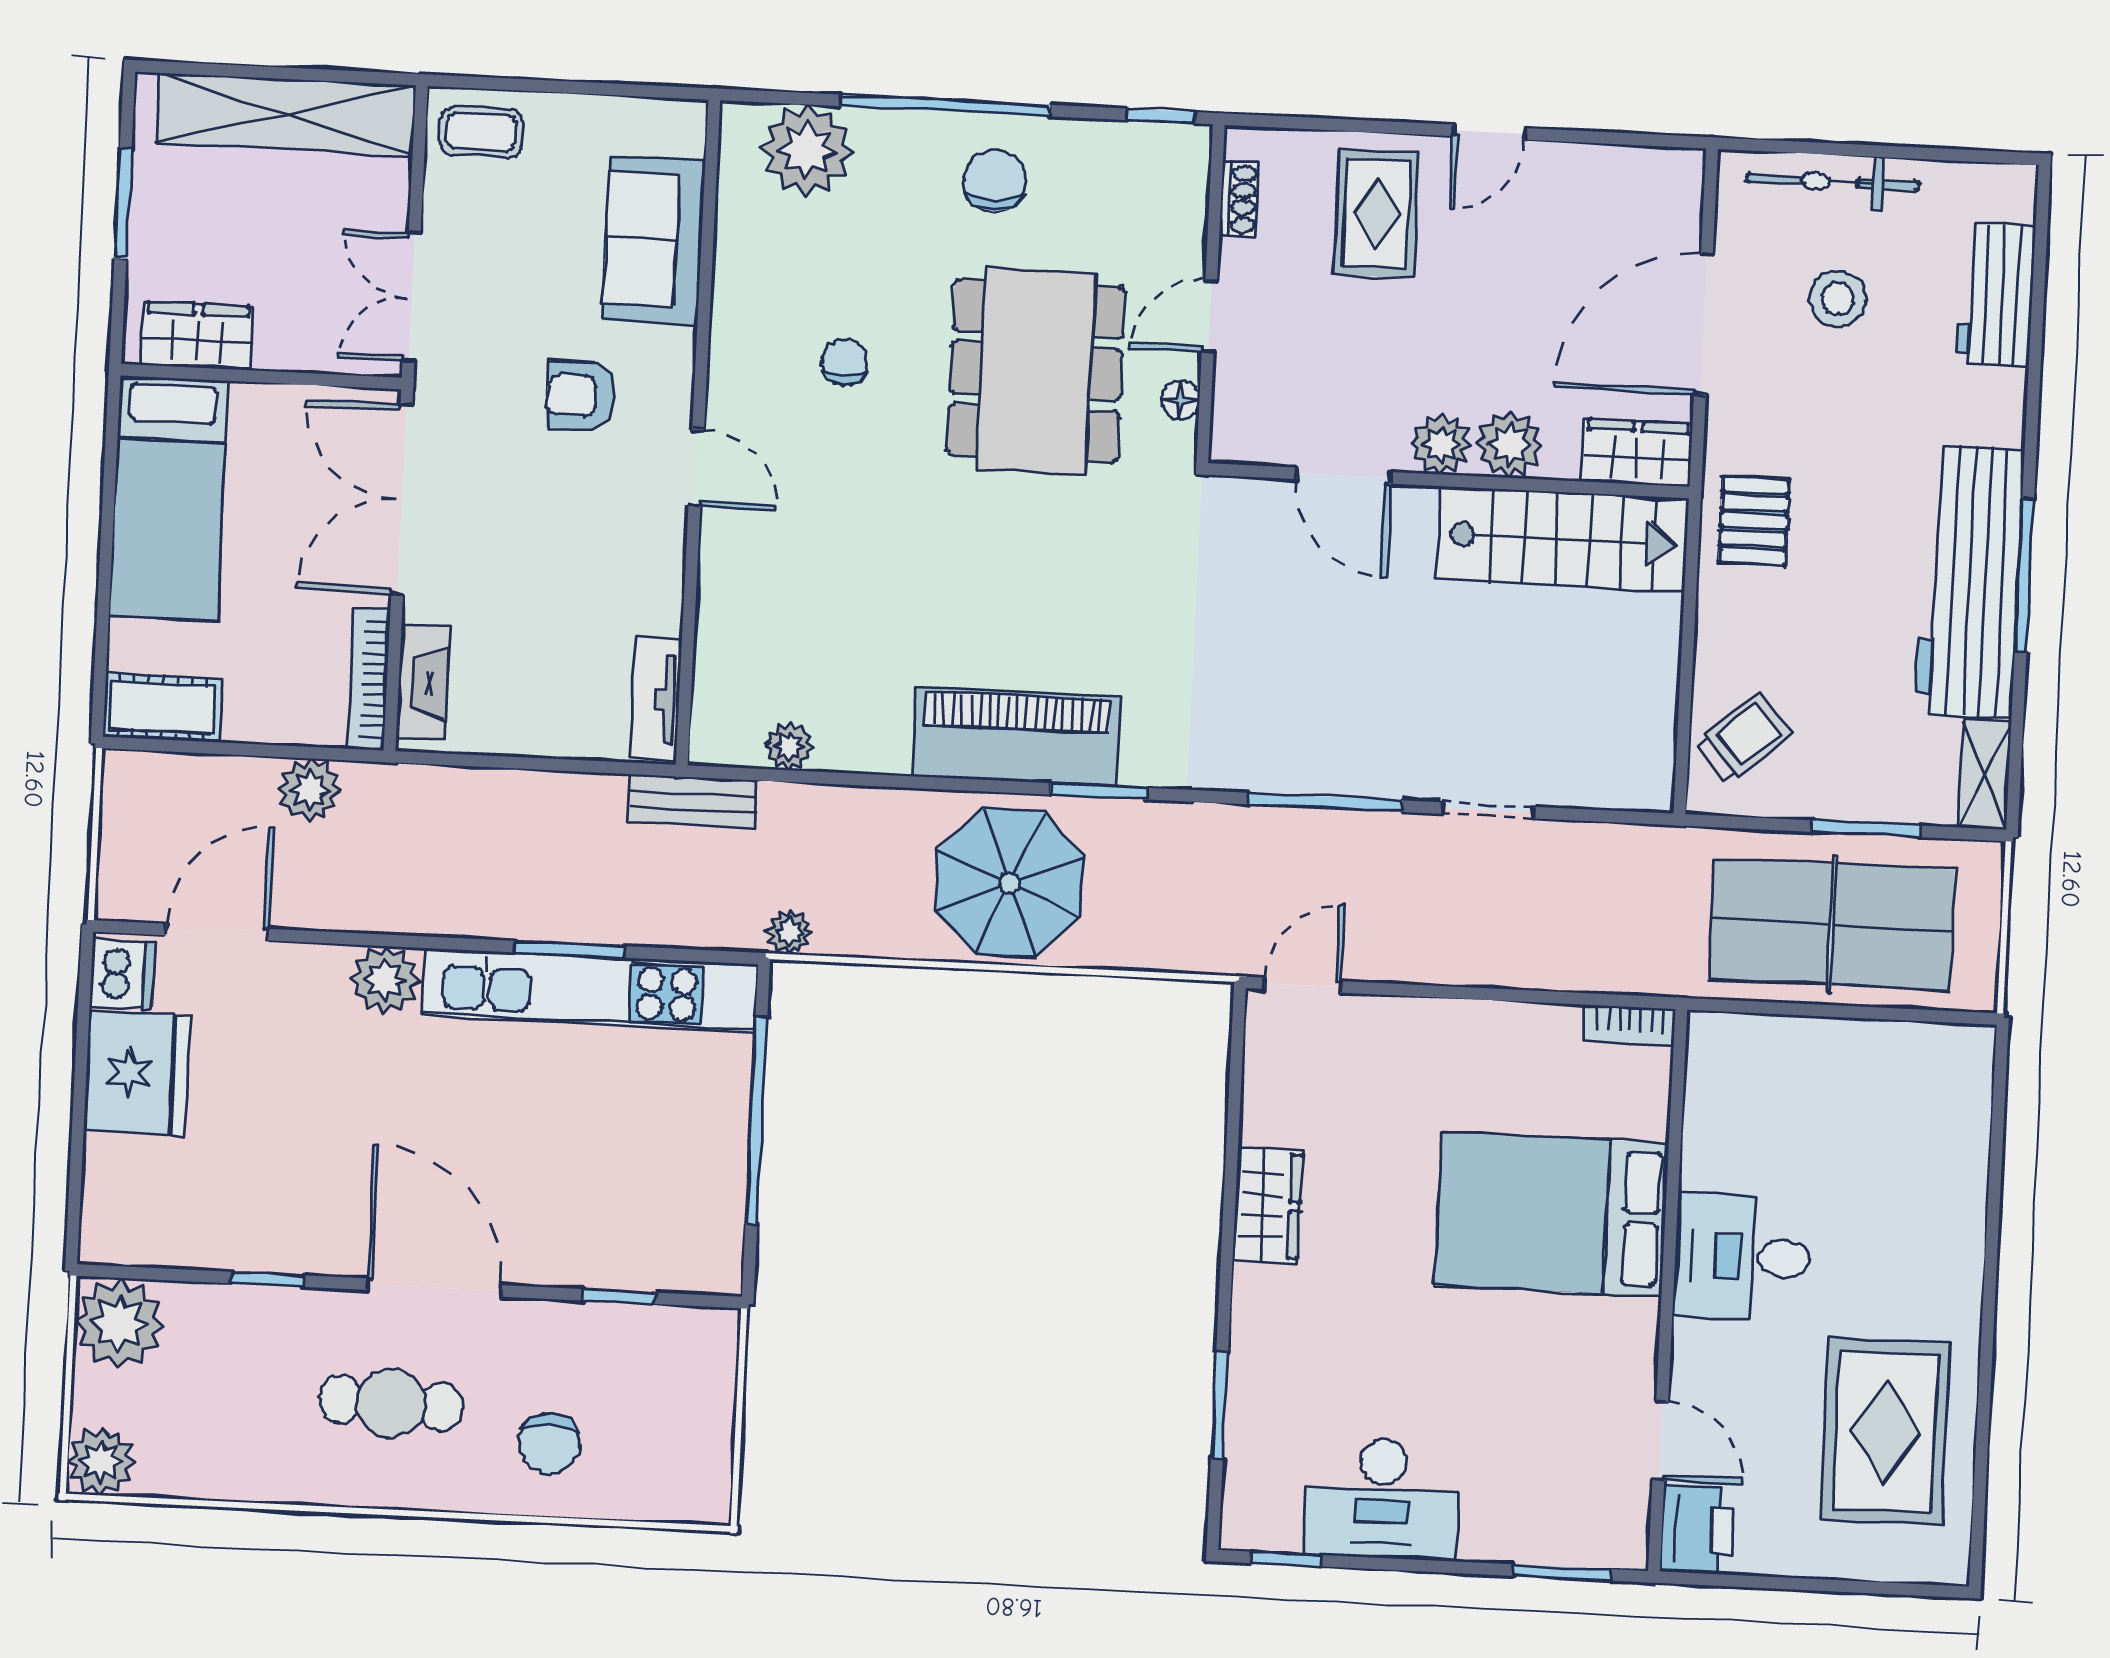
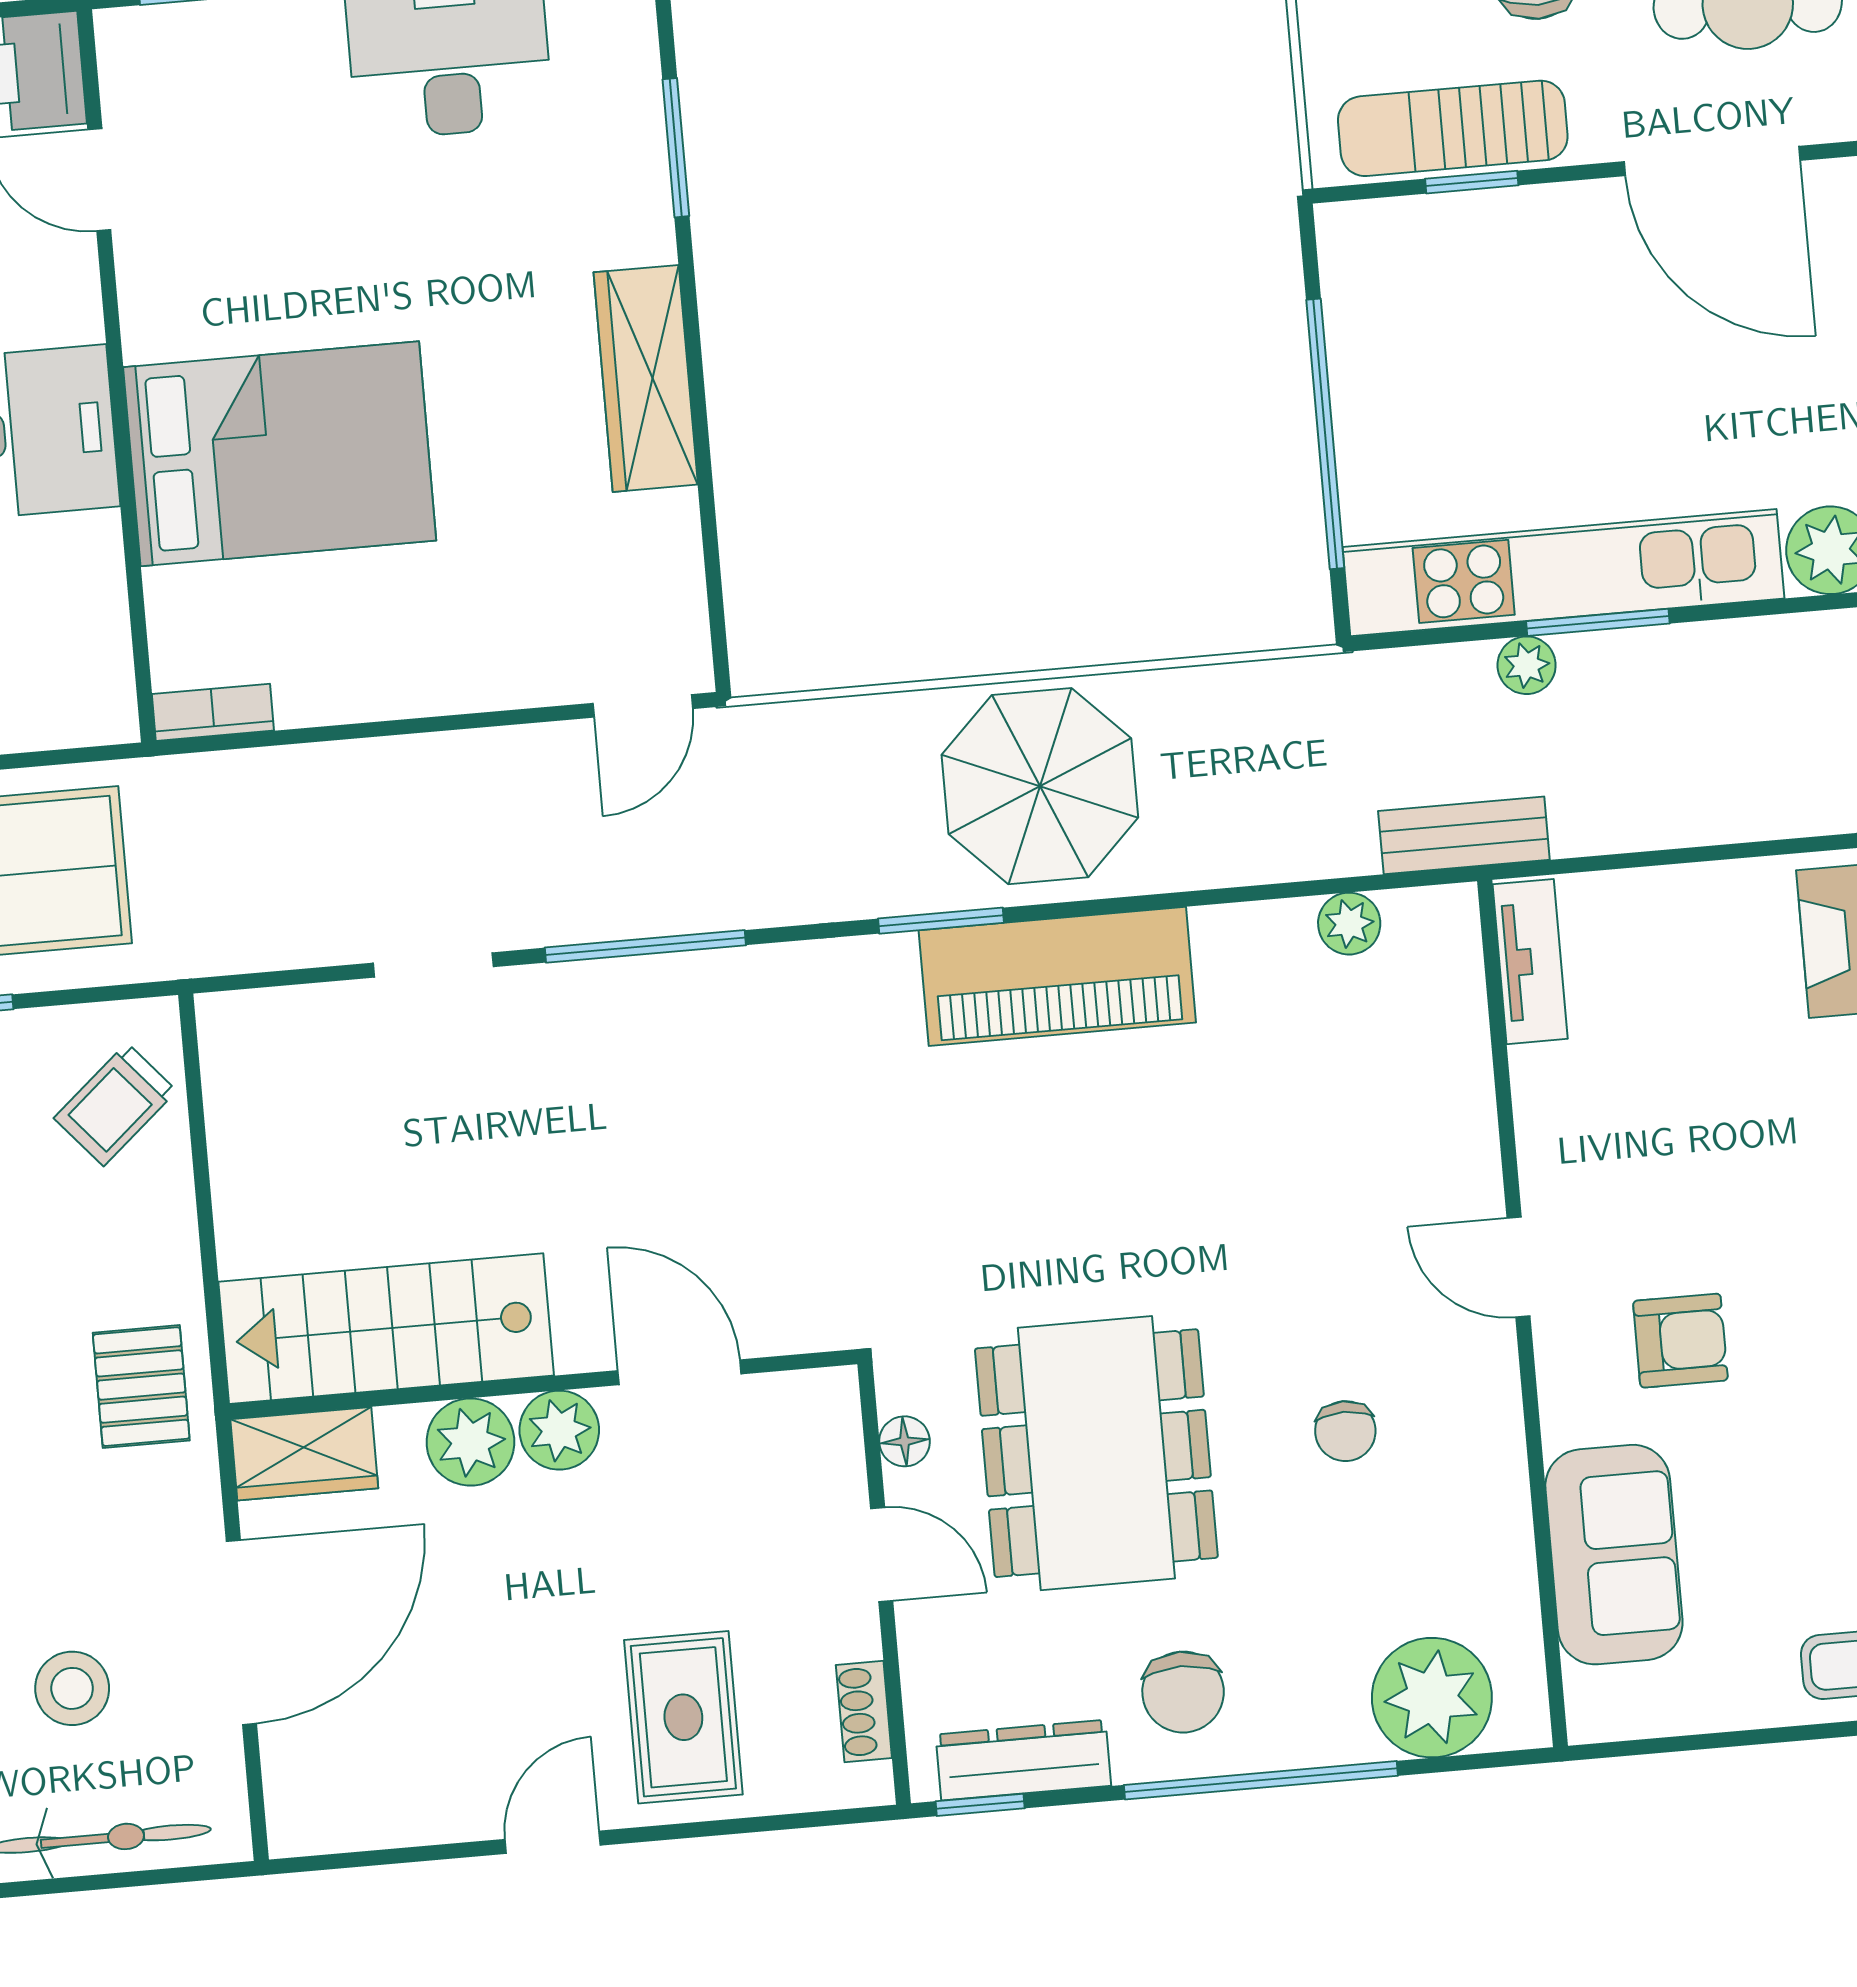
dresser: (1123, 146) -> (1023, 1760), added
door: (1209, 316) -> (882, 1554), hinge flipped
plant: (790, 932) -> (1527, 665), moved
wardrobe: (1268, 1205) -> (646, 378), width x1.50
sun lounger: (628, 1339) -> (1453, 128), added

